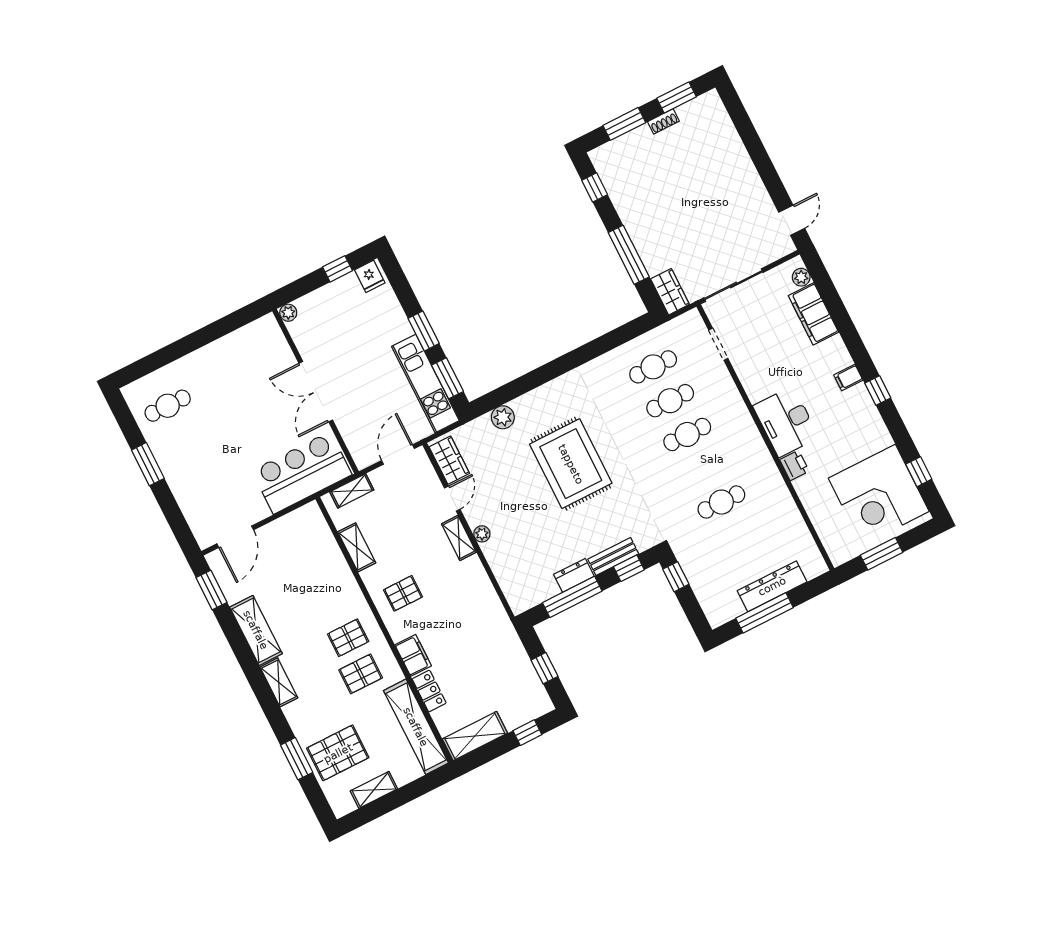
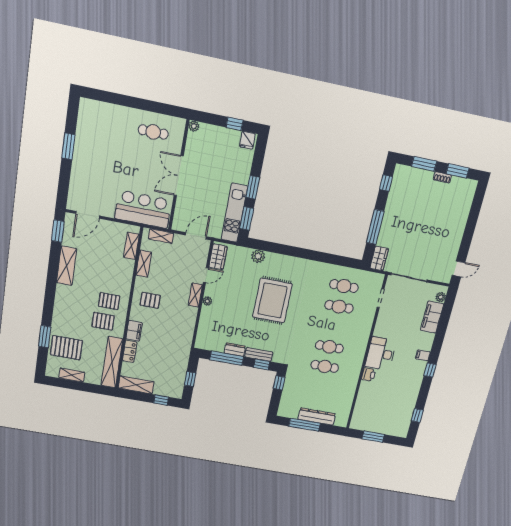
cafe table: (168, 406) -> (153, 132), moved
cafe table: (687, 434) -> (329, 347), moved
corner desk: (879, 495) -> (393, 413), removed
shelving: (279, 682) -> (131, 246), moved

